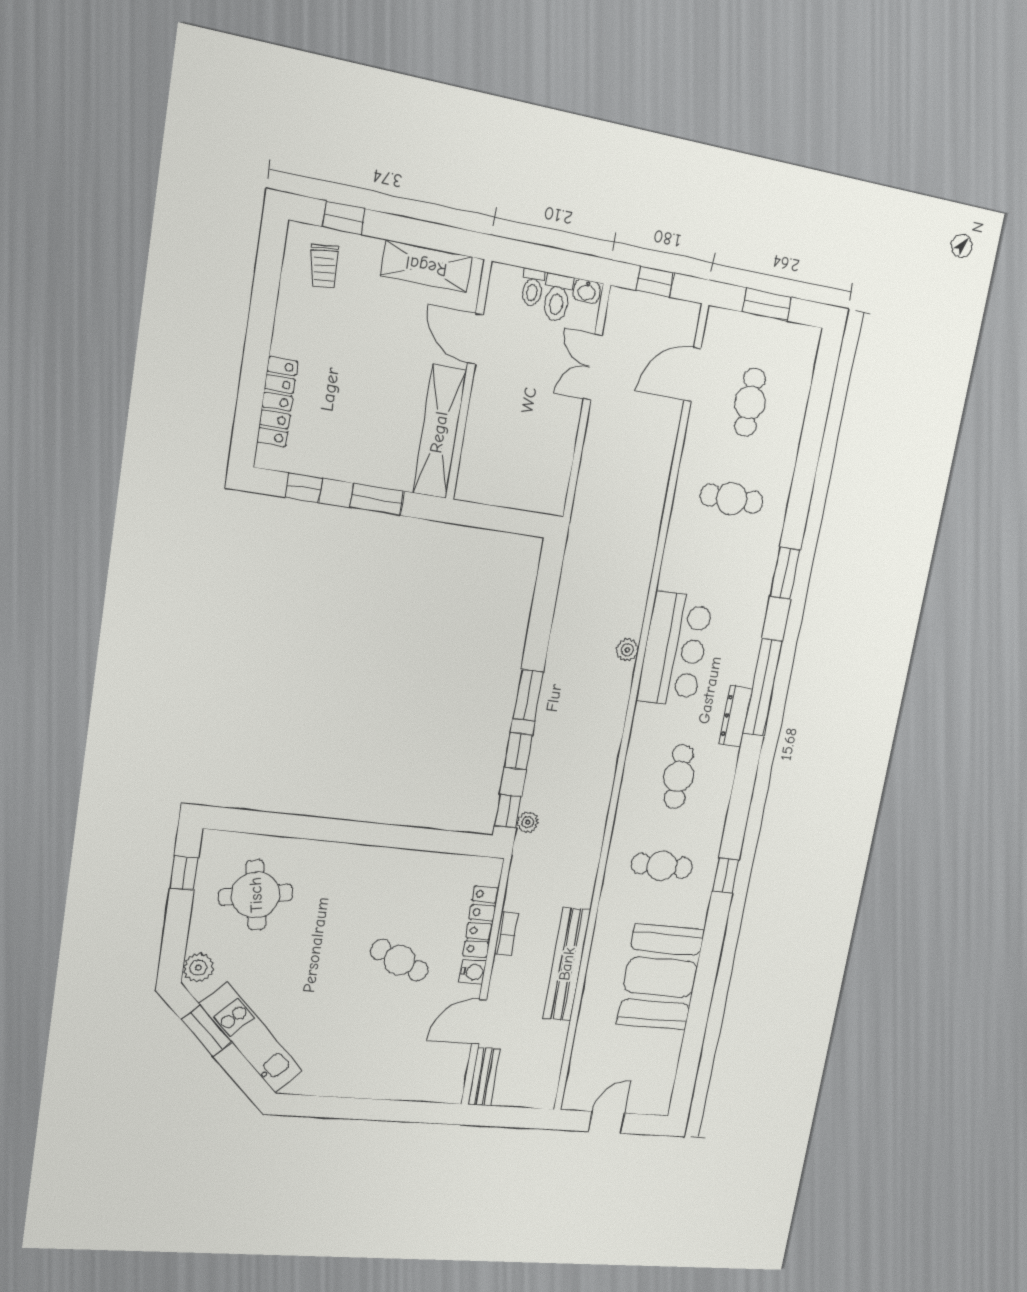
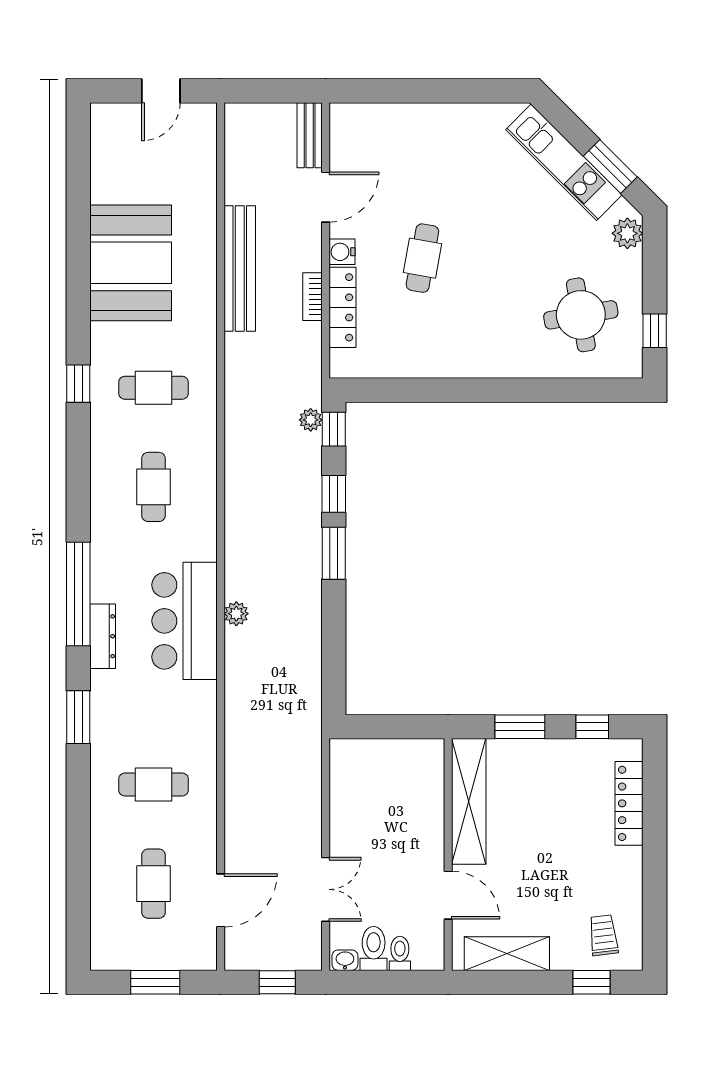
dresser: (735, 716) -> (103, 636), moved
cafe table: (399, 960) -> (422, 258), turned 75

